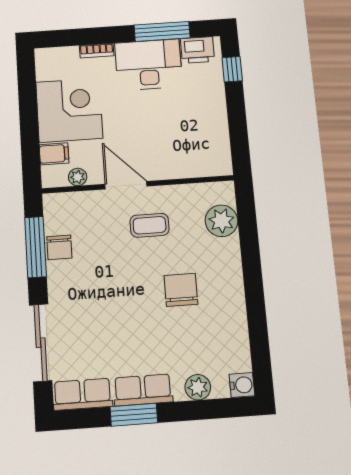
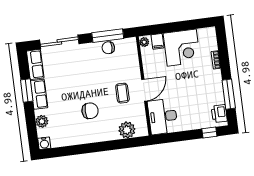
desk: (149, 65) -> (163, 116), moved, turned 180
plant: (78, 177) -> (144, 42), moved
door: (126, 185) -> (144, 90), moved

